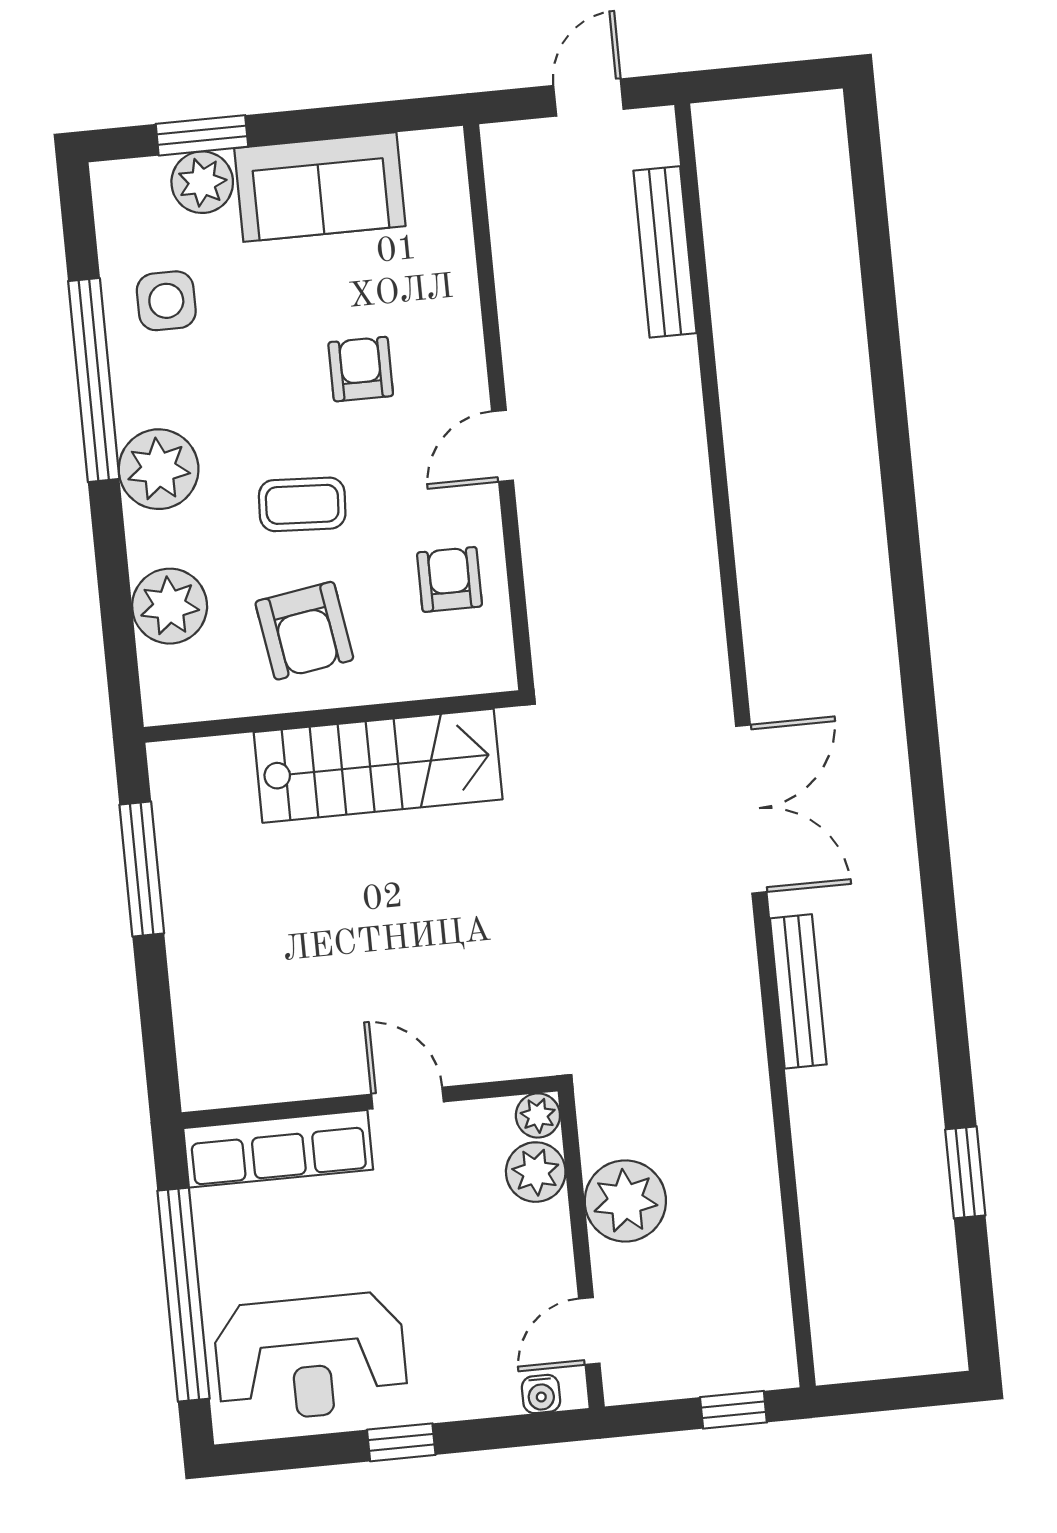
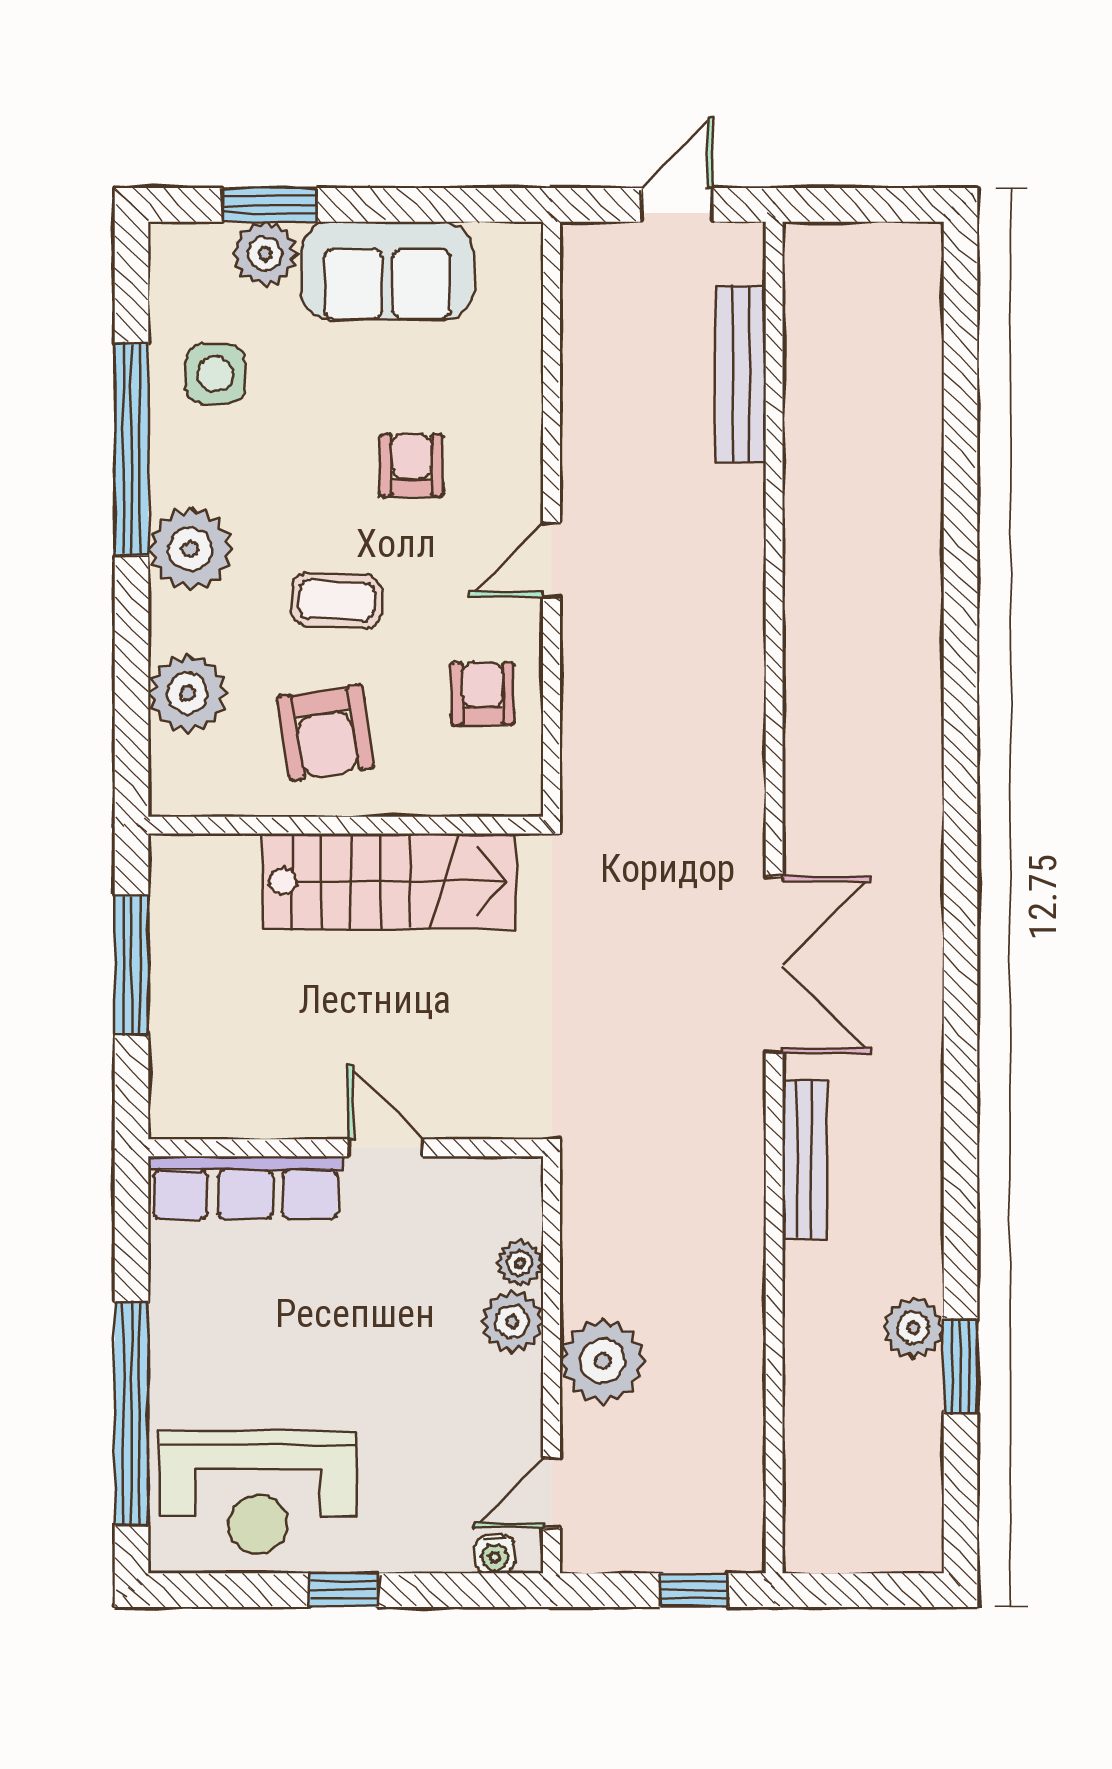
door: (407, 1098) -> (386, 1148), moved
wall: (370, 1102) -> (346, 1148), moved
plant: (917, 1141) -> (913, 1328), added
row of seats: (278, 1149) -> (245, 1188), moved

